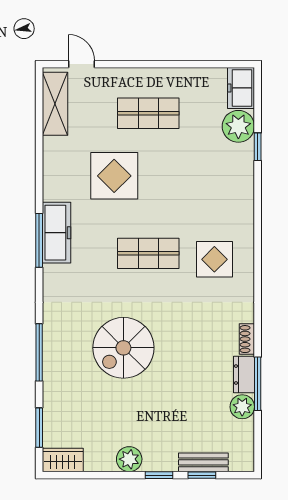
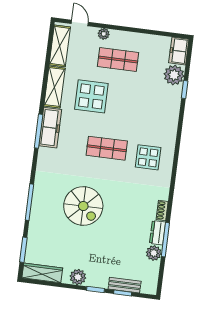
plant: (121, 76) -> (104, 34), added
shelving: (55, 169) -> (54, 87), added
spiral stairs: (123, 348) -> (83, 206), turned -90
wardrobe: (63, 460) -> (42, 273), width x1.50

